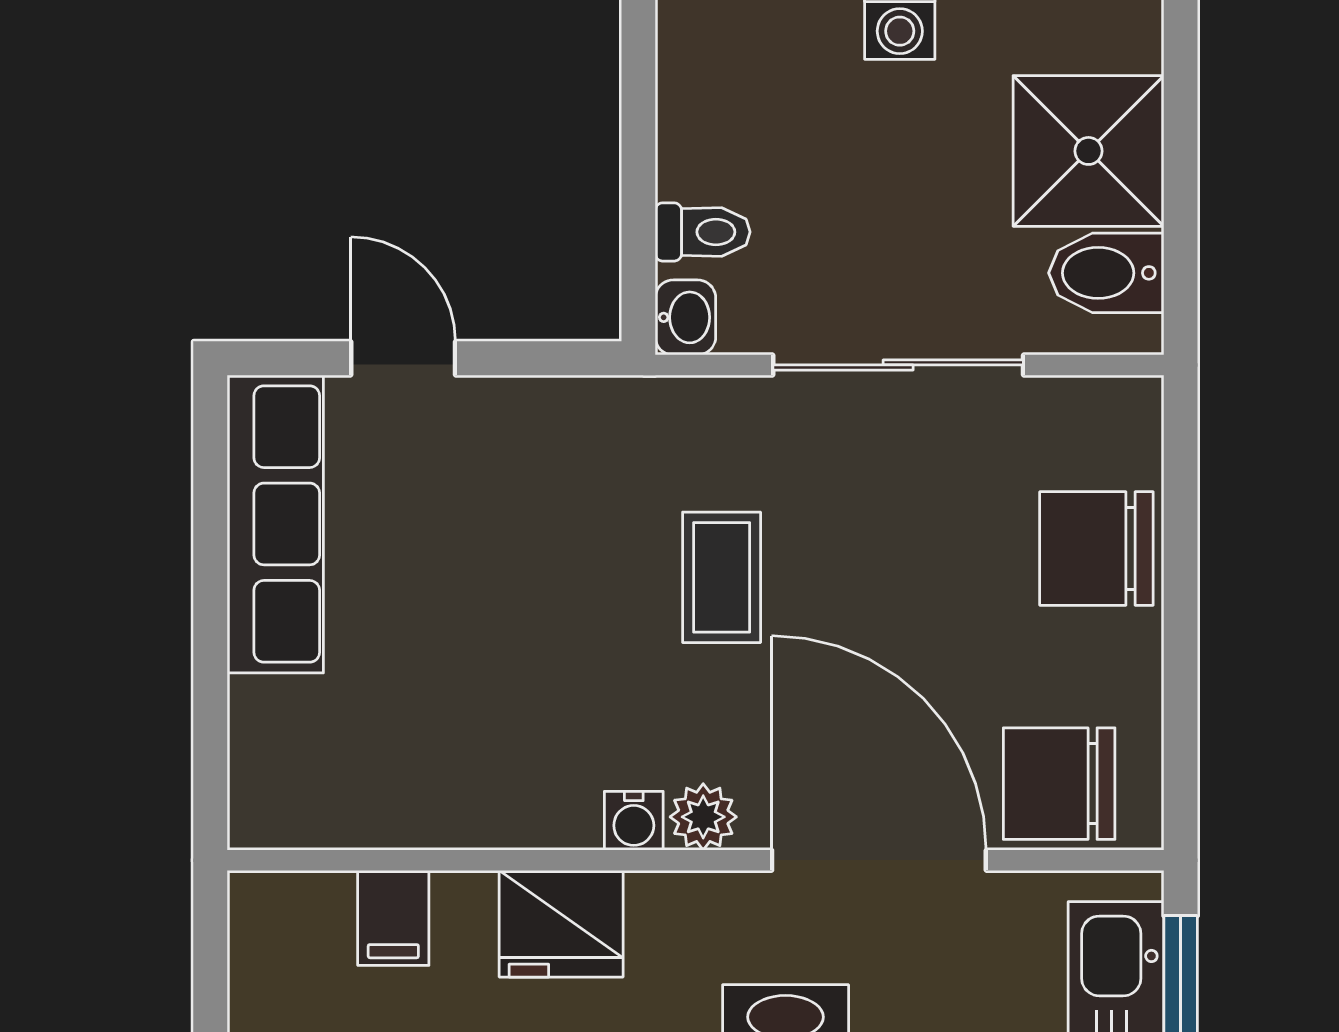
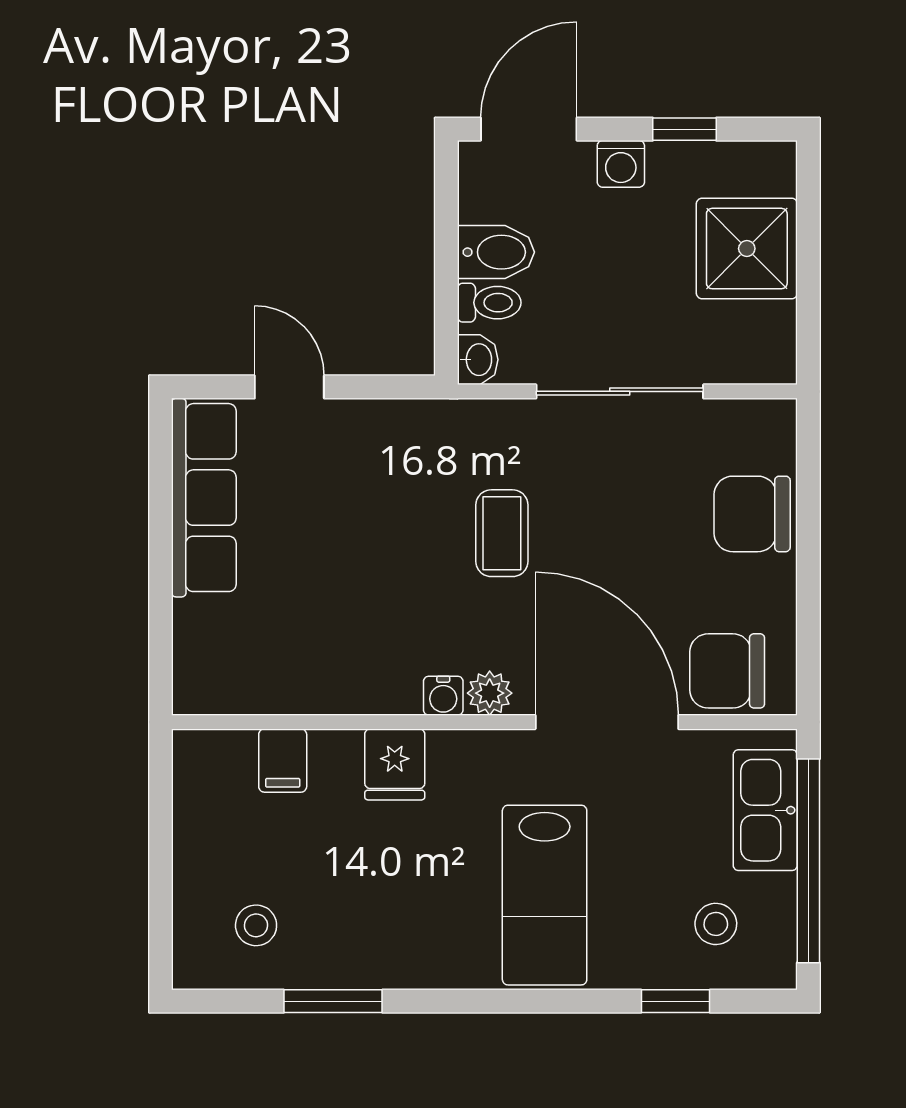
bidet: (1106, 273) -> (496, 252), moved, turned 180
fridge: (561, 924) -> (395, 764), width x0.72

